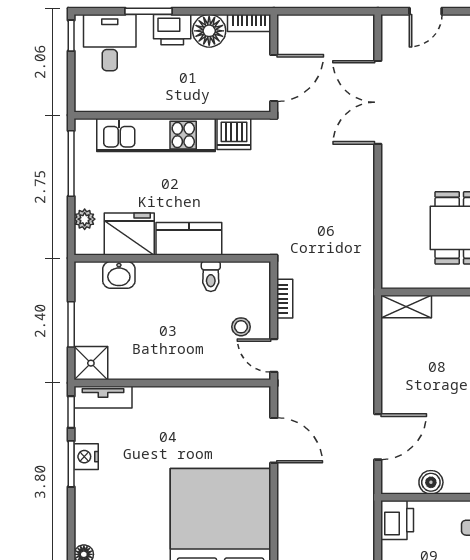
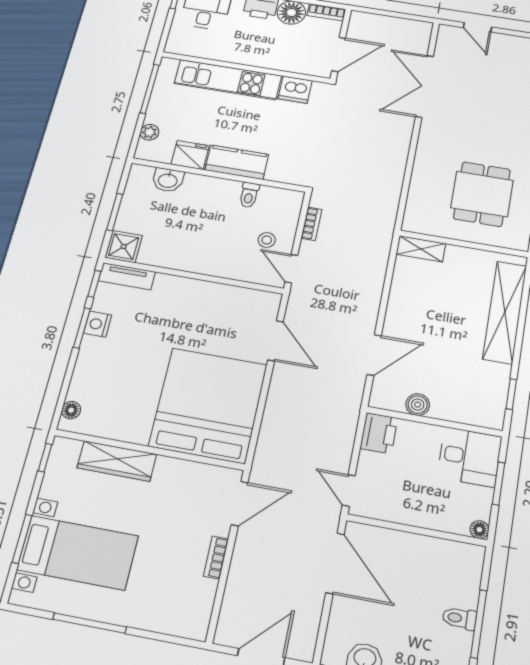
door: (426, 11) -> (478, 27), hinge flipped
fridge: (129, 234) -> (190, 155), width x0.73, depth x0.75

